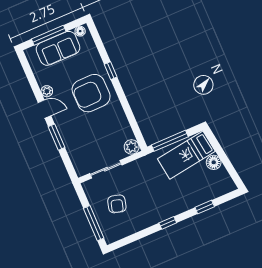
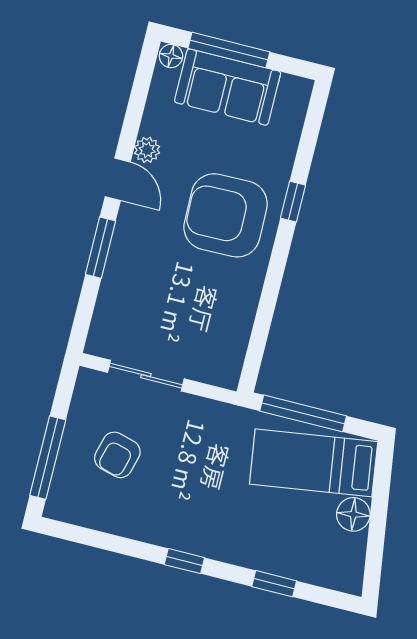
floor lamp: (80, 31) -> (171, 56), moved
plant: (132, 147) -> (224, 371), removed

